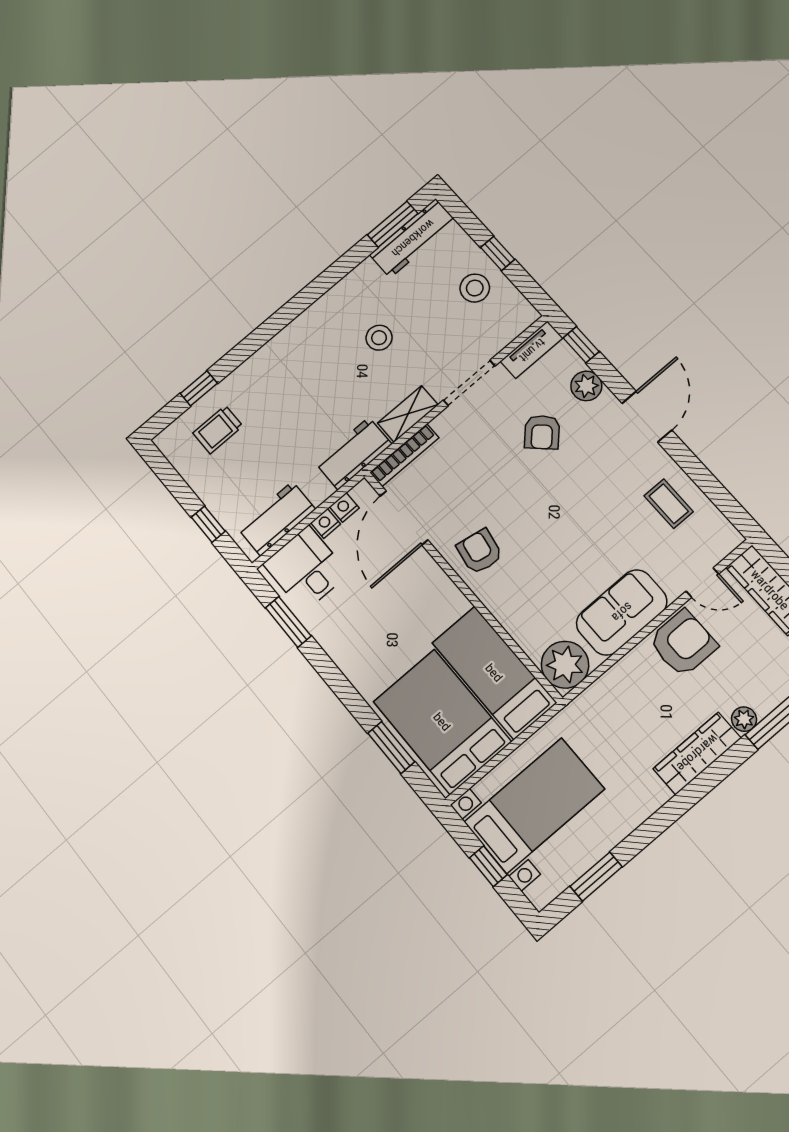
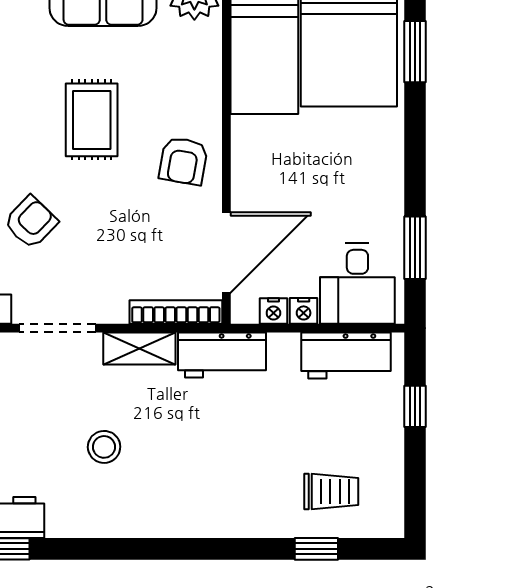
rug: (560, 528) -> (92, 120), added

